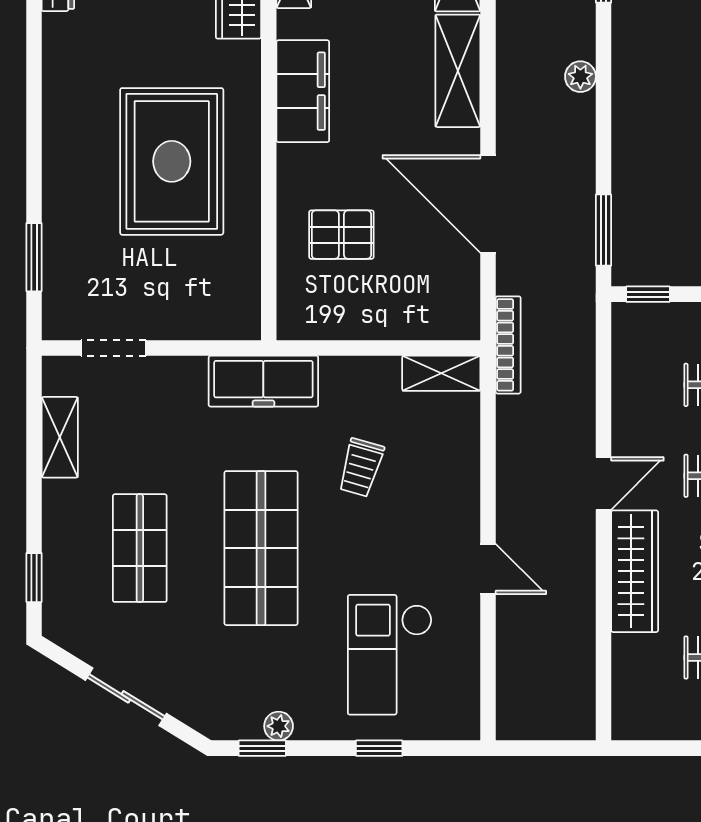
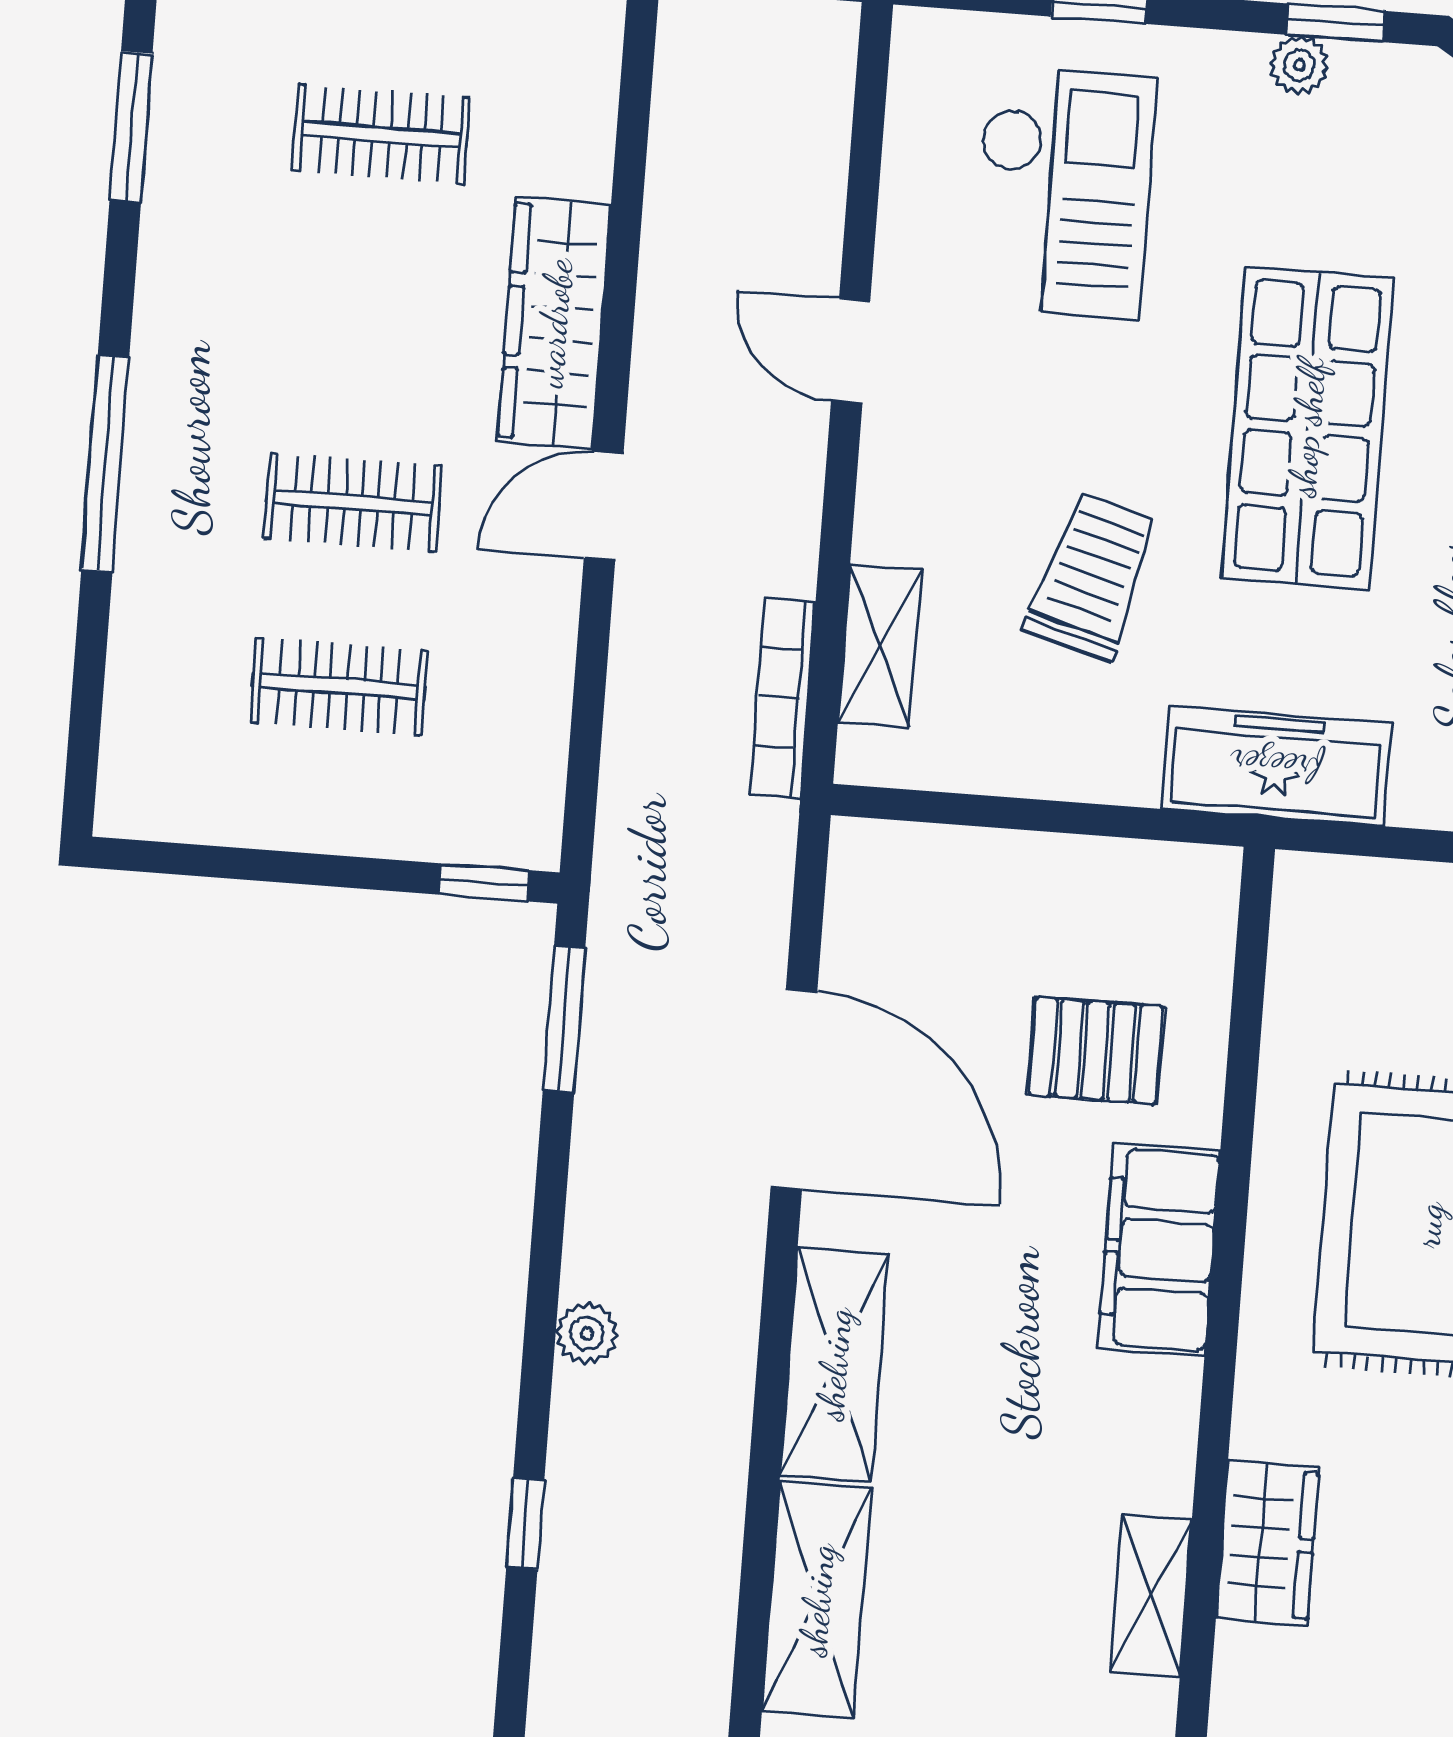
filing cabinet: (303, 91) -> (1159, 1250), moved
bookcase: (508, 345) -> (783, 698), moved
shelving: (441, 373) -> (879, 646), moved, turned 90
trolley: (361, 468) -> (1092, 576), width x1.36, depth x1.39

